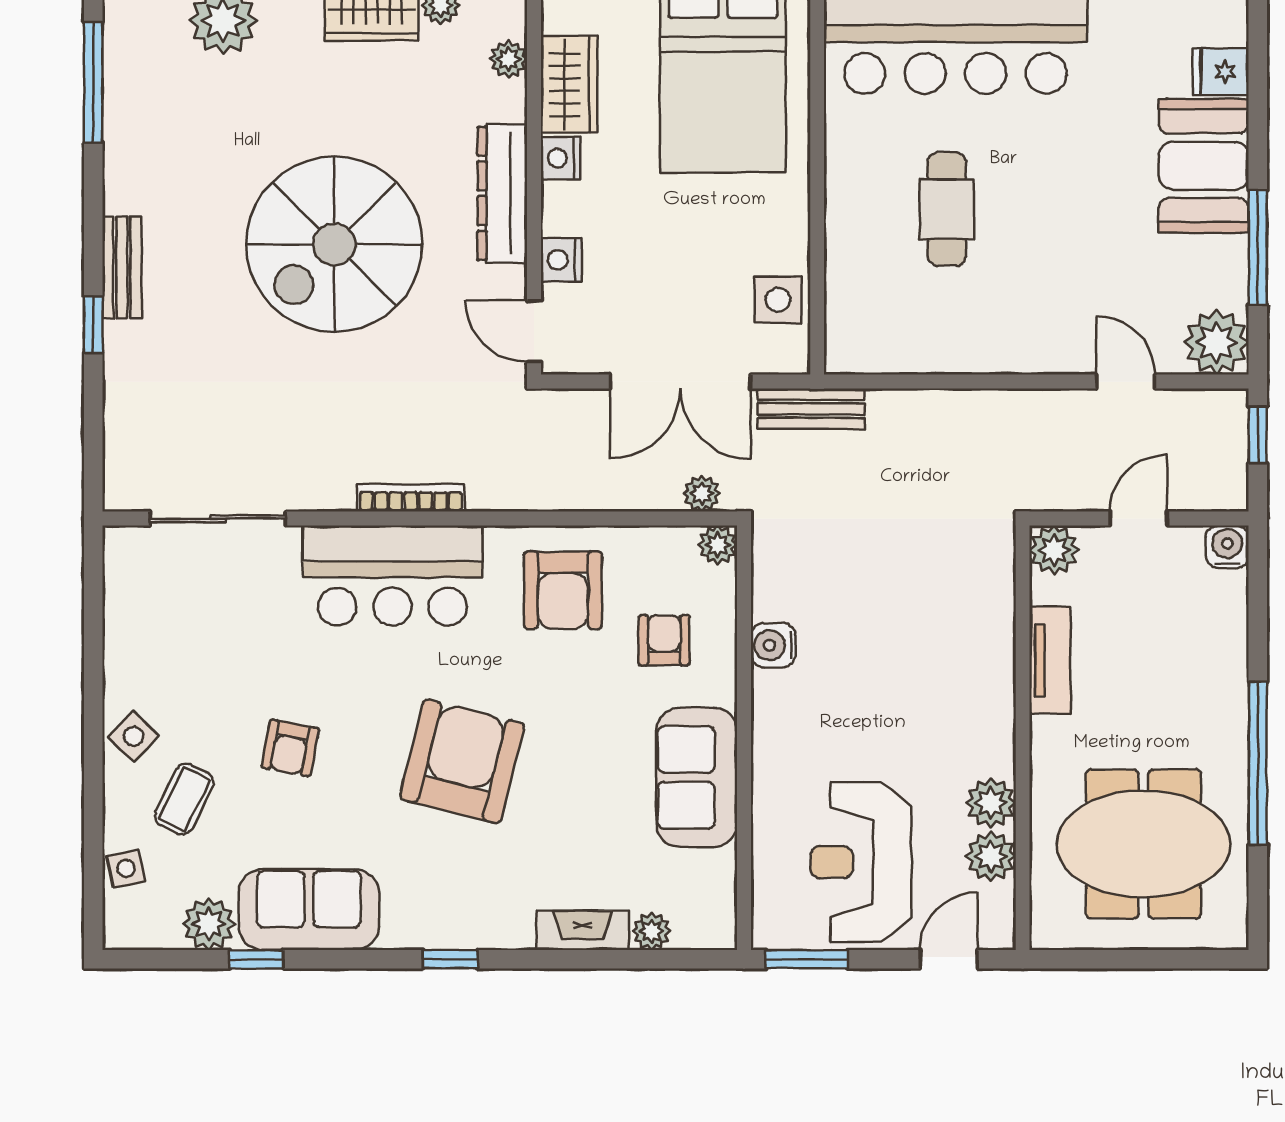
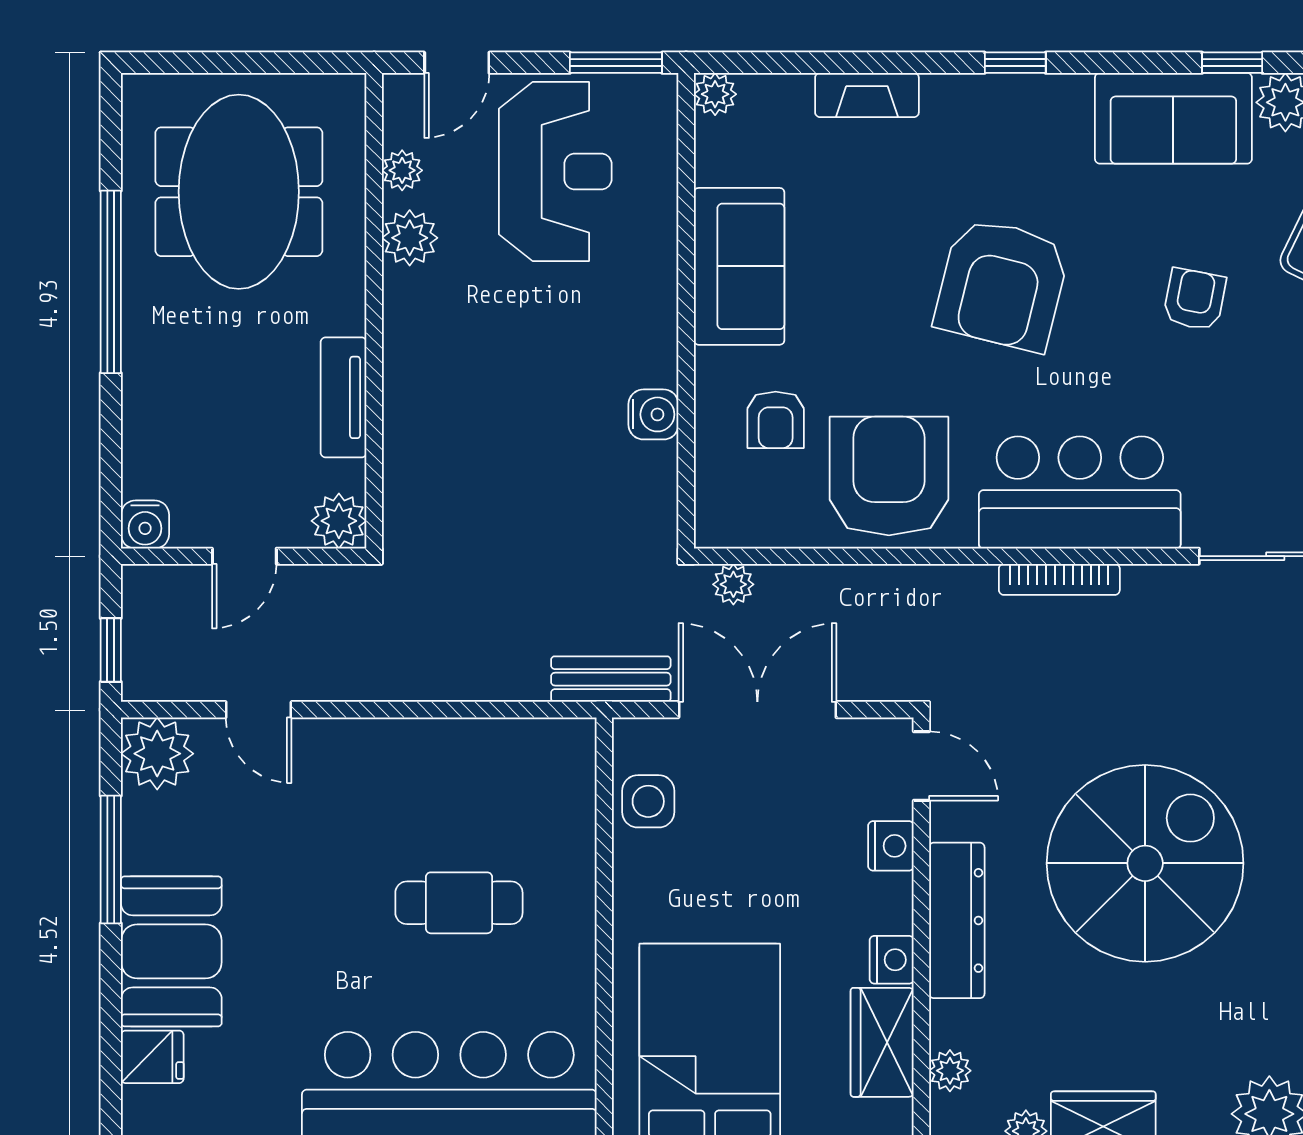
cafe table: (947, 209) -> (459, 903), turned 90
plant: (718, 545) -> (716, 527), removed
armchair: (563, 590) -> (889, 476), width x1.36, depth x1.36
meeting table: (1143, 844) -> (239, 192), turned 90
plant: (991, 856) -> (402, 170), width x0.73, depth x0.73
plant: (651, 931) -> (715, 94), moved

